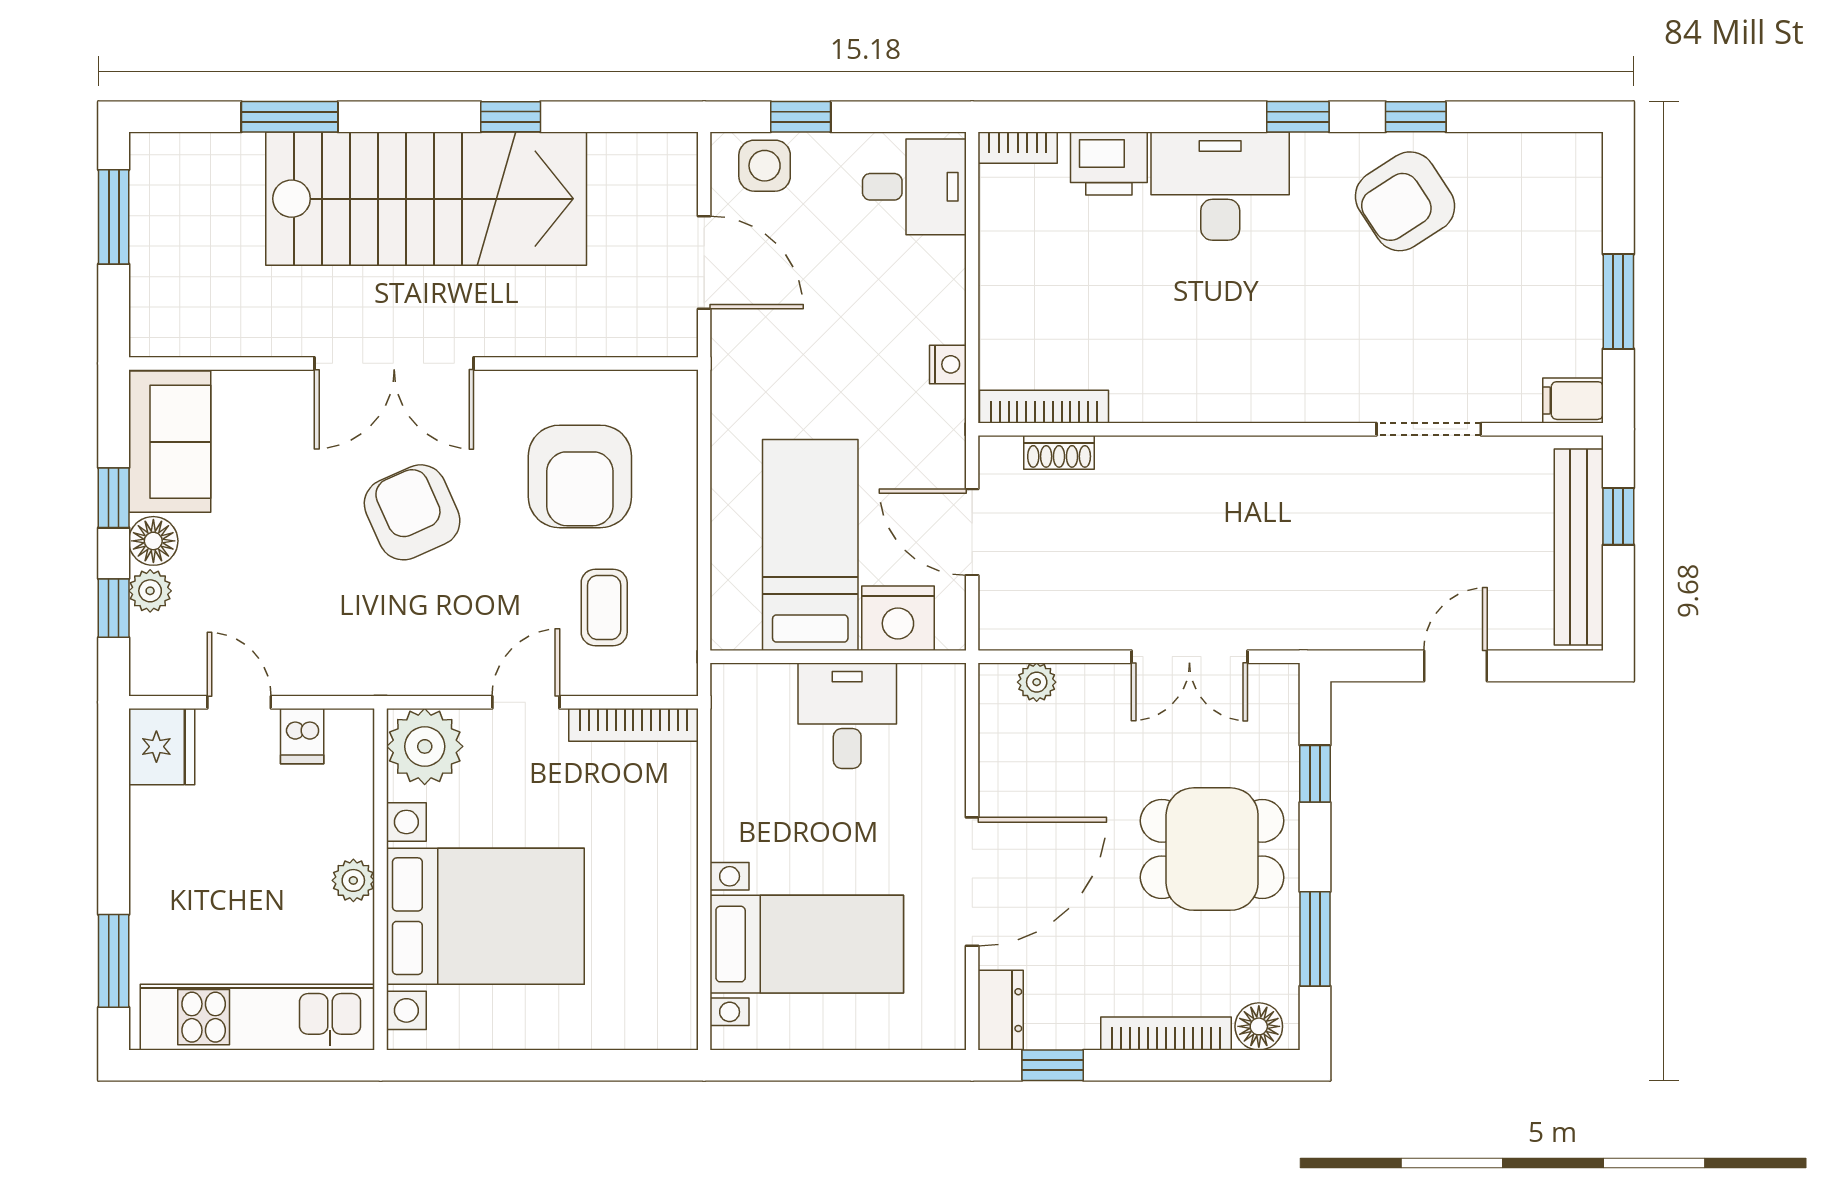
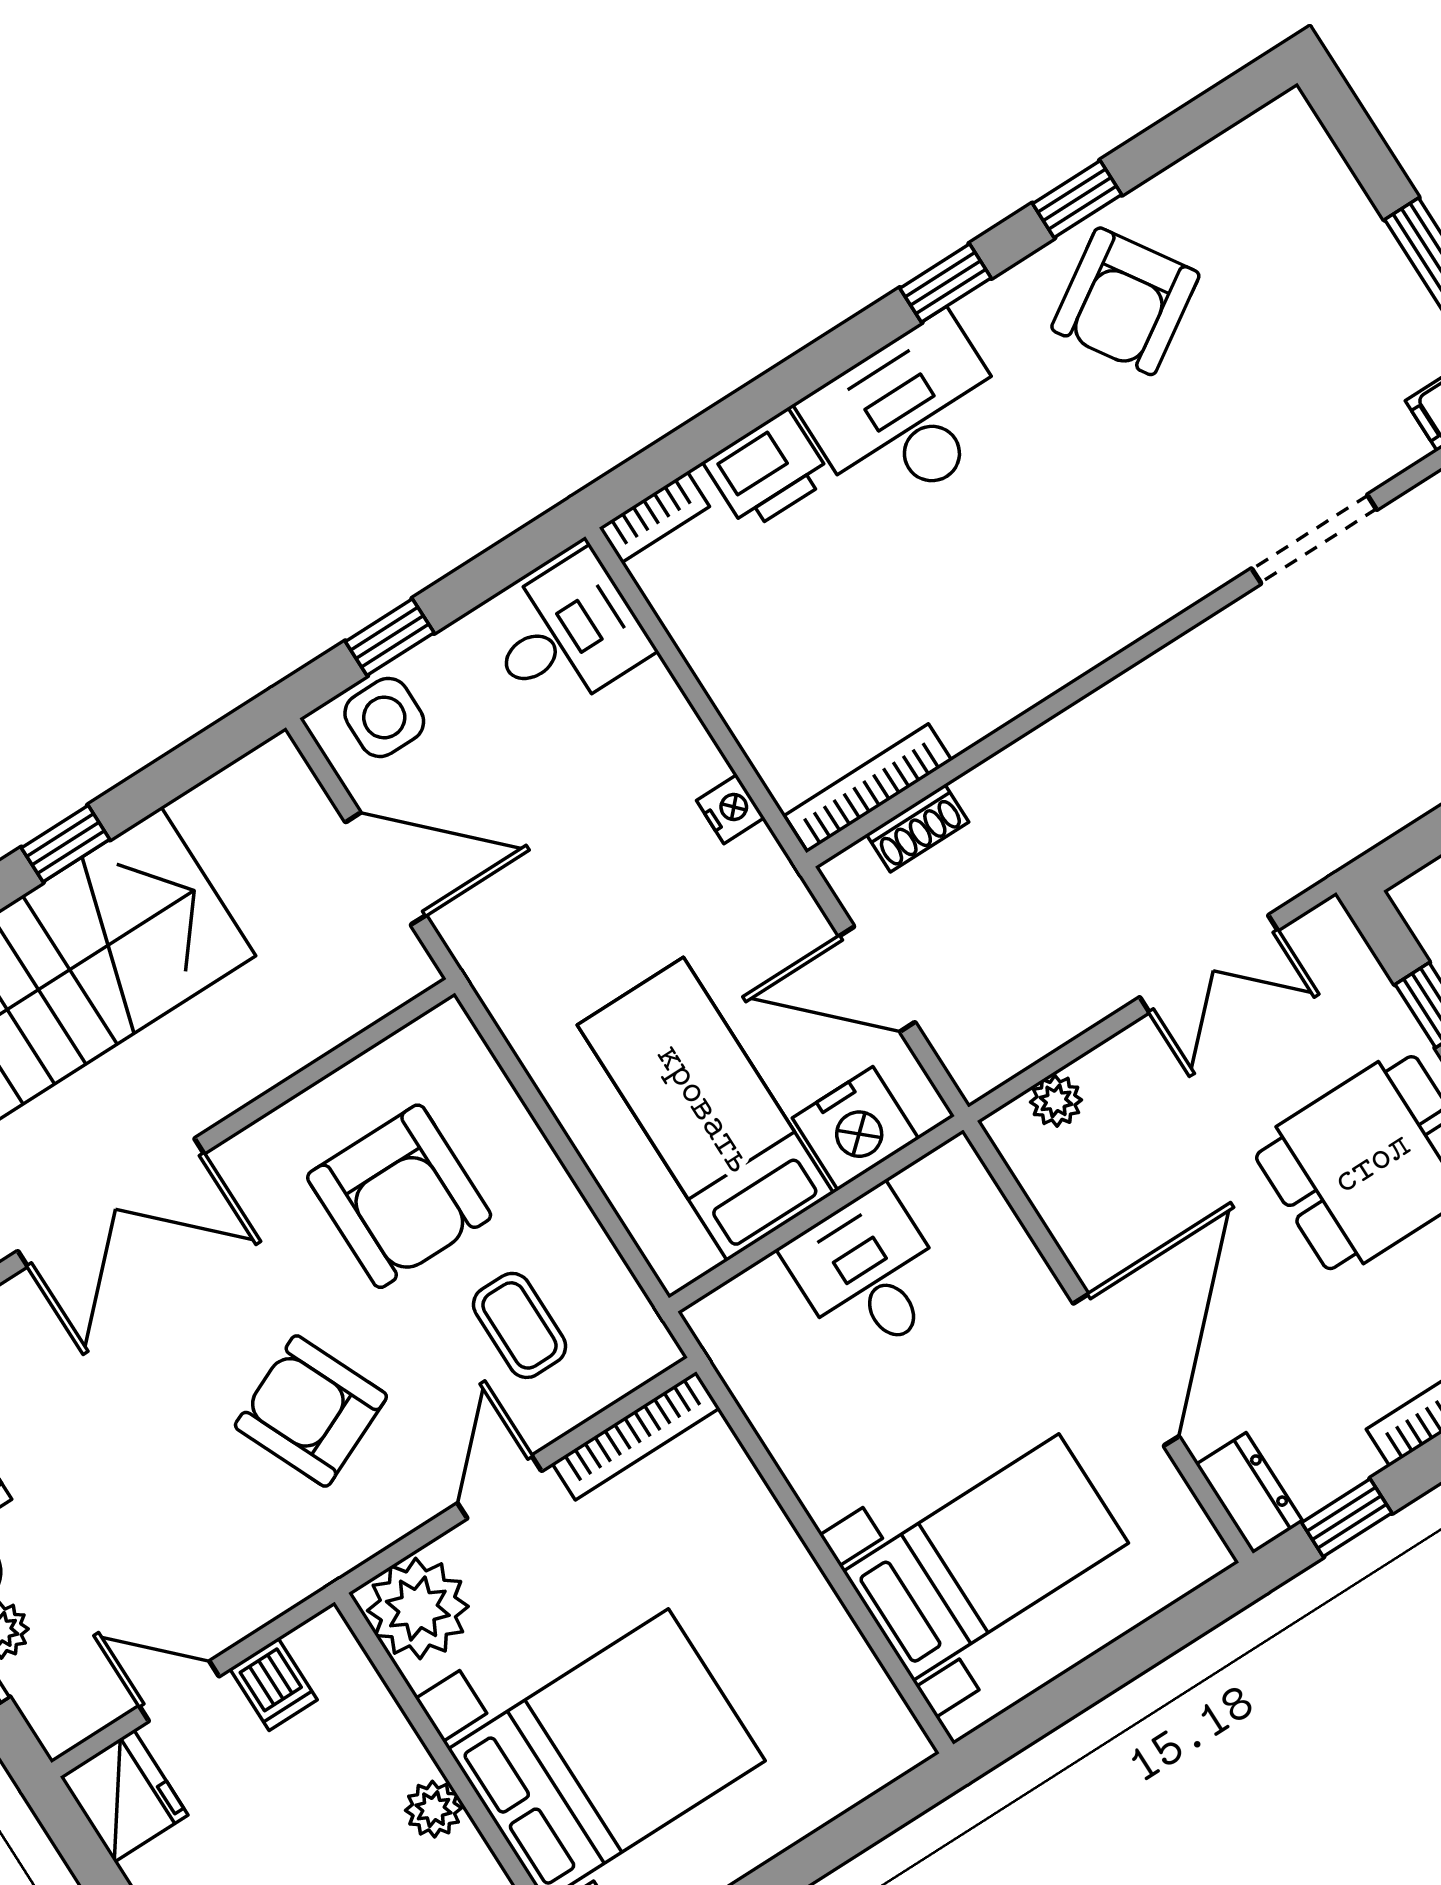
armchair: (412, 512) -> (311, 1411), moved

